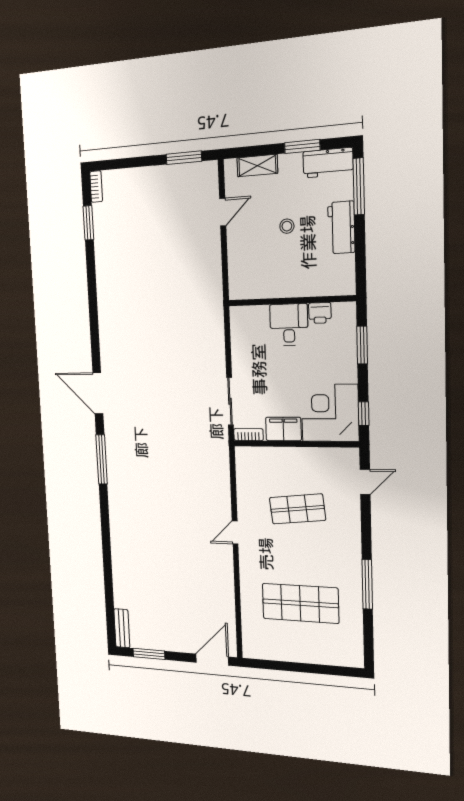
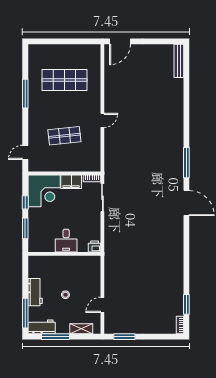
window: (302, 146) -> (56, 337), width x1.44
printer: (320, 313) -> (95, 247), moved
window: (364, 414) -> (25, 202), moved
bench: (122, 628) -> (179, 61), width x1.36
window: (149, 654) -> (161, 41), removed

